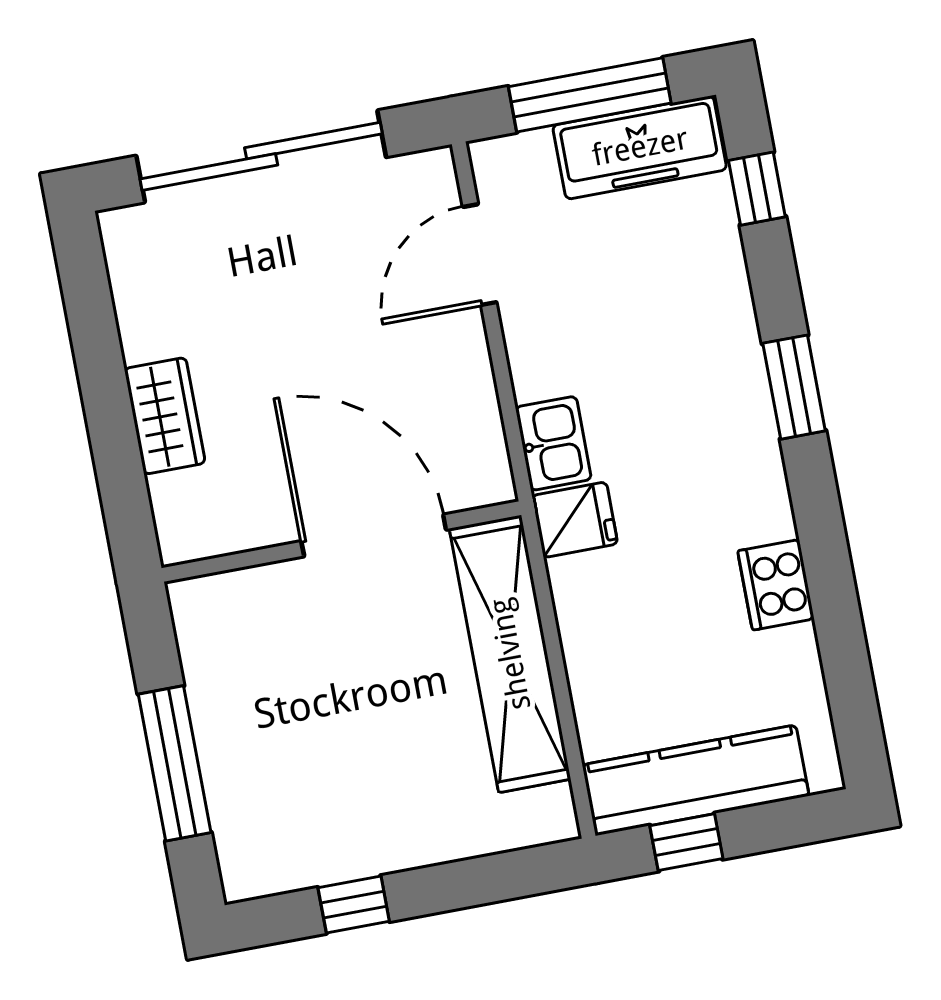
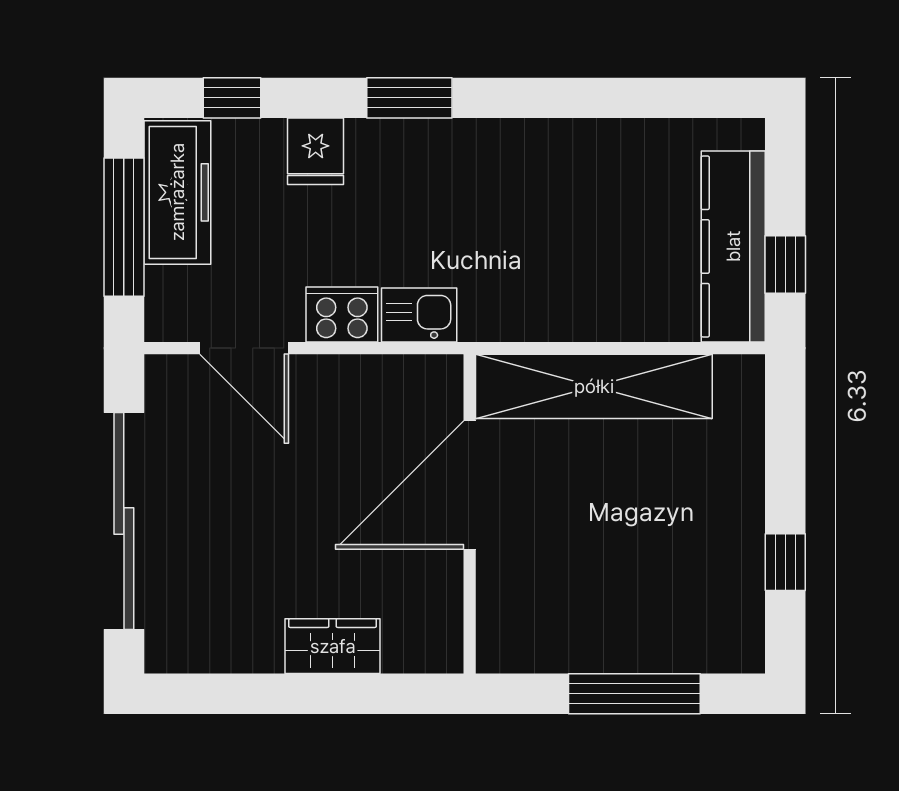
fridge: (575, 520) -> (316, 151), moved, turned 180
cooker: (776, 585) -> (342, 315), moved, turned 180

